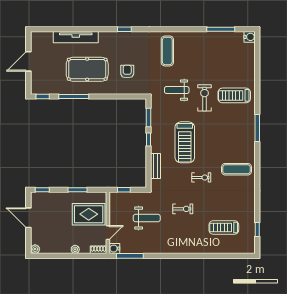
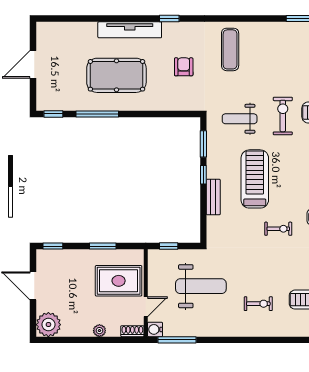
tv unit: (76, 37) -> (130, 30), moved
armchair: (127, 72) -> (184, 67), moved
weight bench: (177, 90) -> (240, 119), moved
treadmill: (185, 142) -> (255, 179), turned 180
bench: (155, 166) -> (213, 197), moved
exercise bike: (183, 209) -> (258, 304), moved
weight bench: (147, 218) -> (201, 286), width x1.36, depth x1.33
plant: (35, 249) -> (48, 325), width x1.87, depth x1.87

